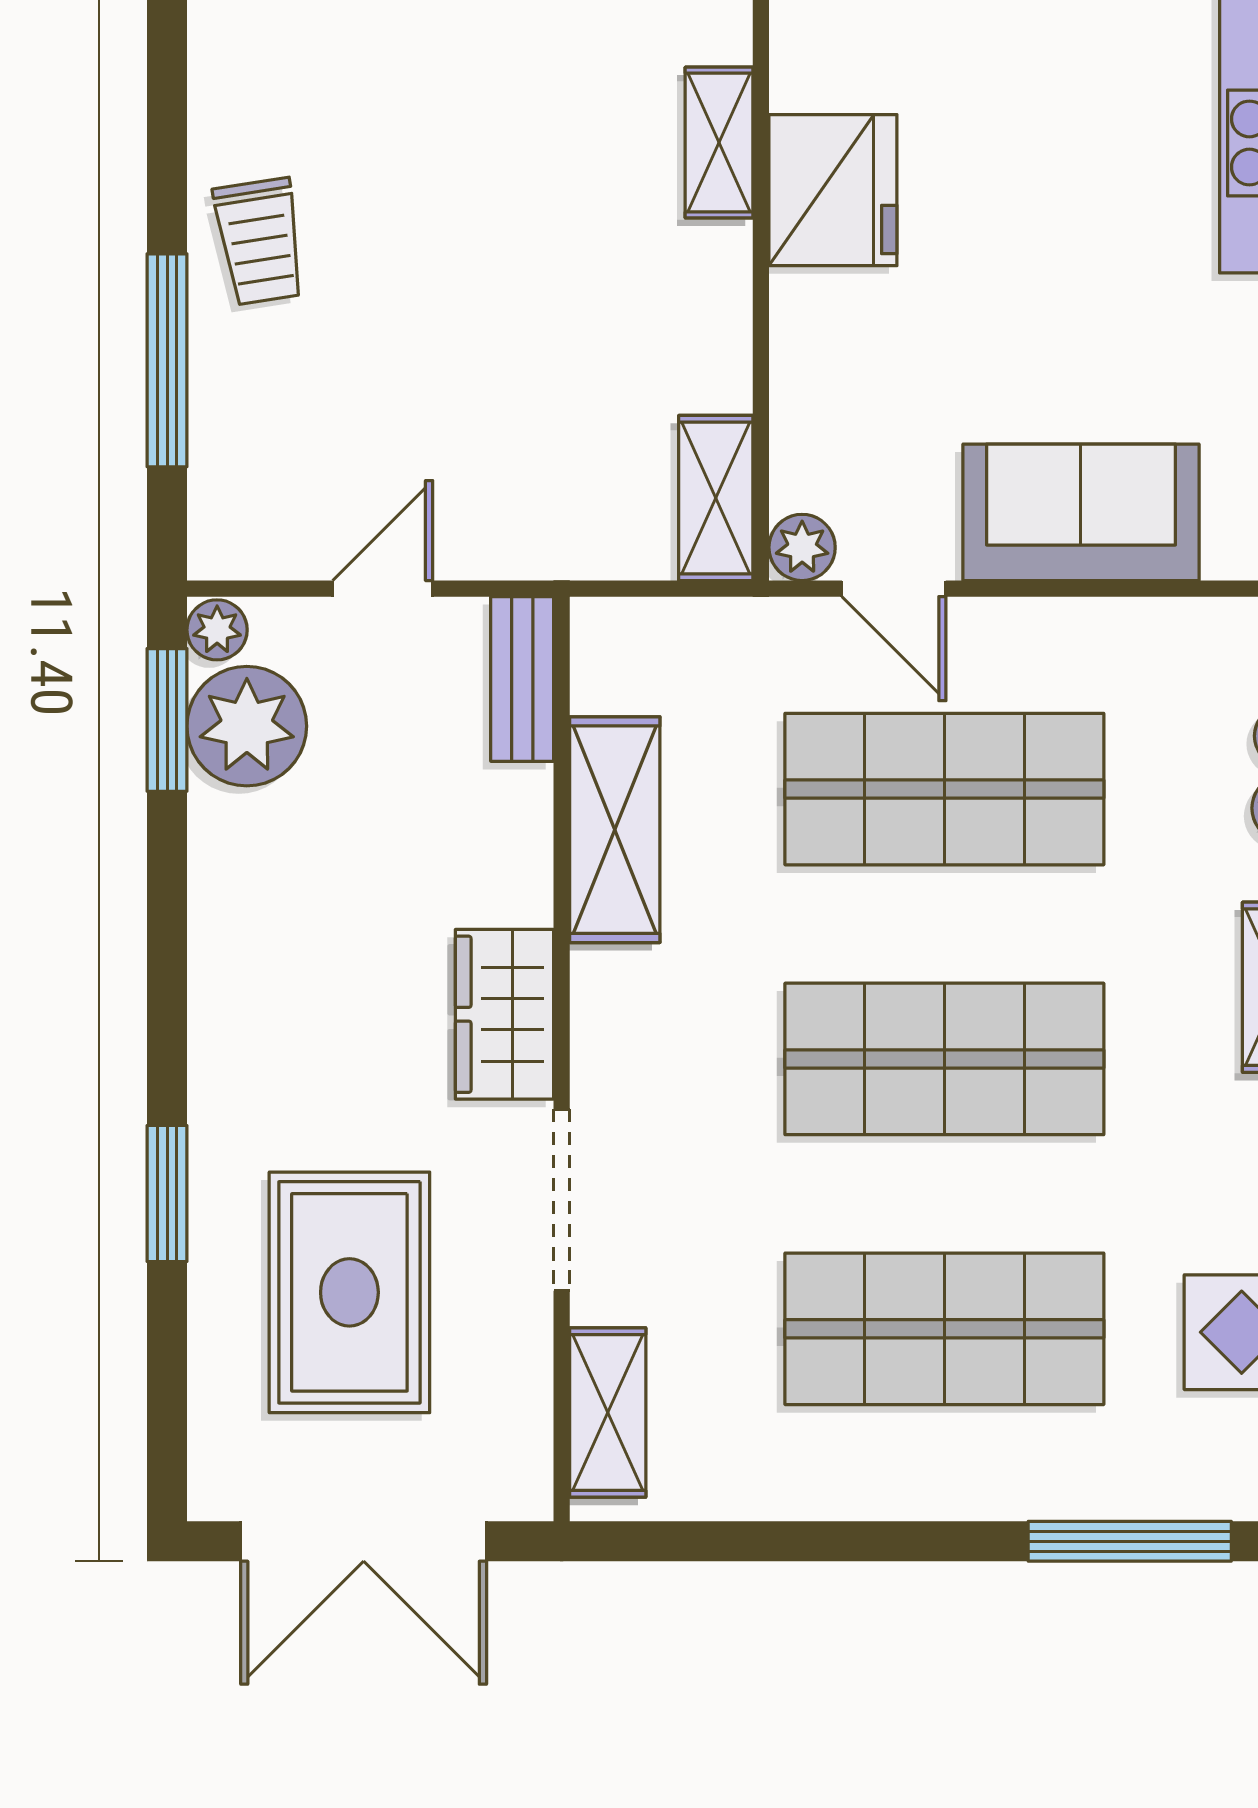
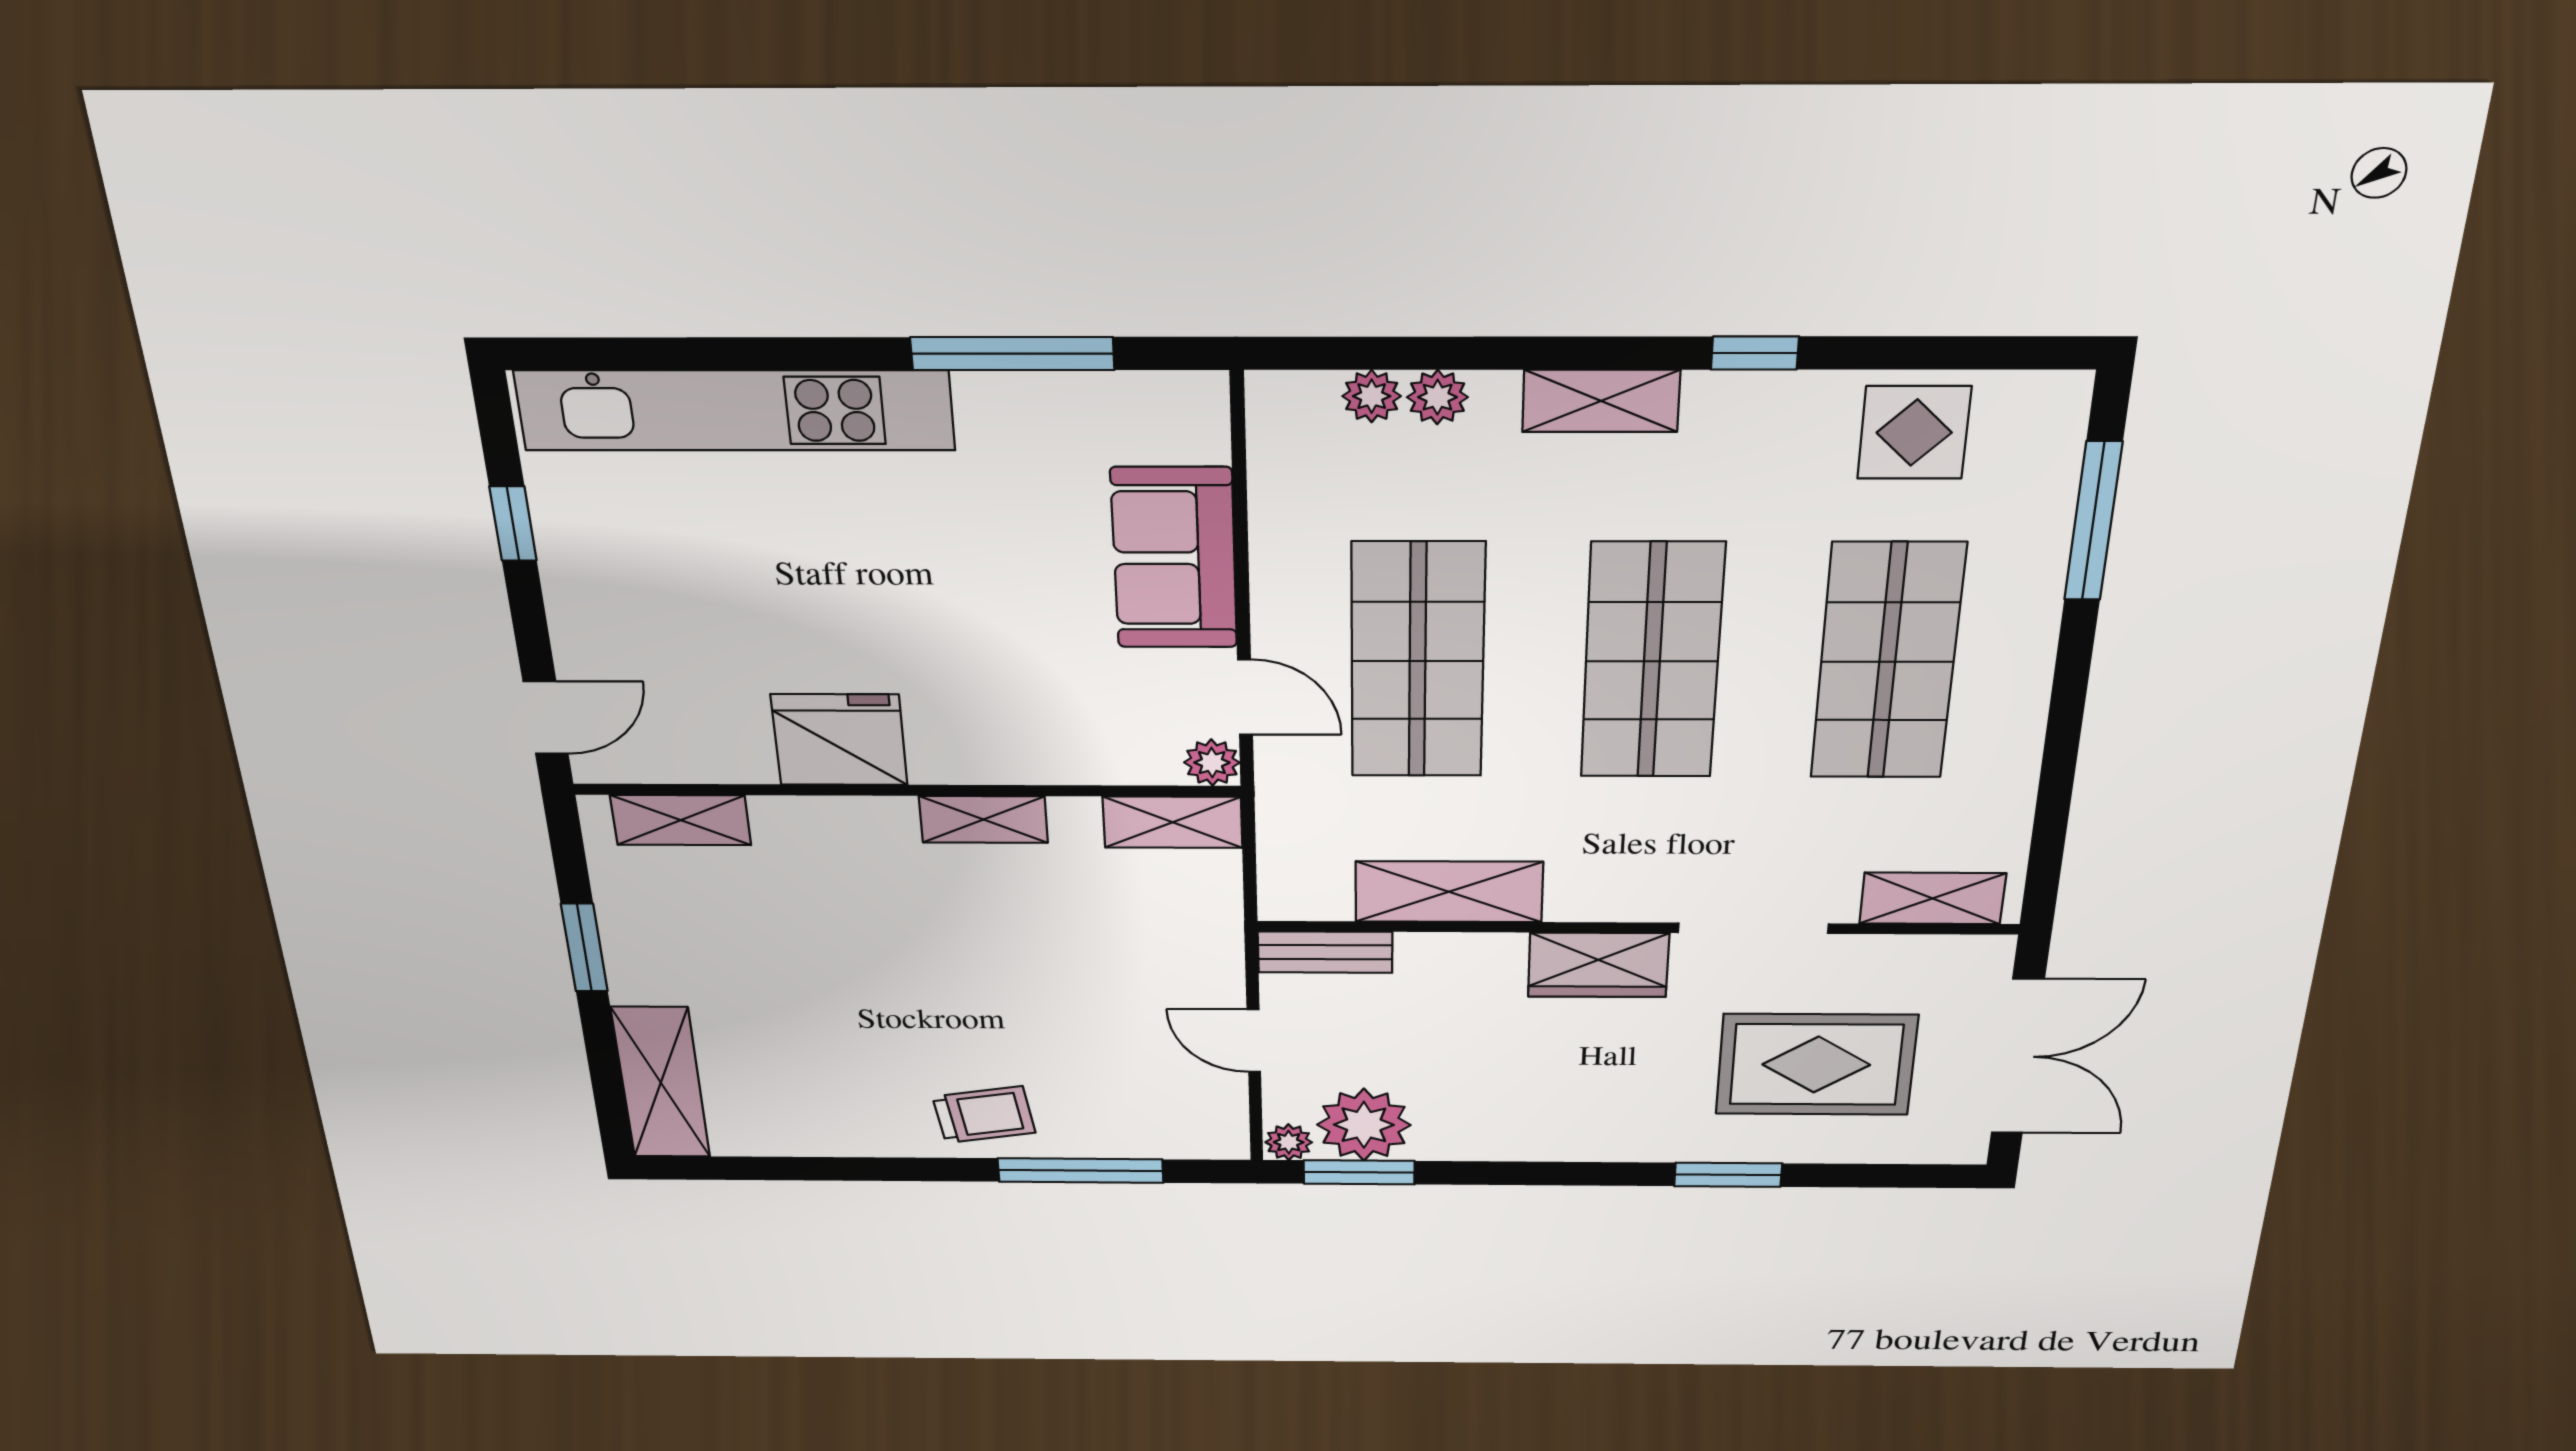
shelving: (719, 143) -> (984, 819), moved
fridge: (833, 190) -> (839, 740), moved
door: (894, 589) -> (1245, 697), hinge flipped

